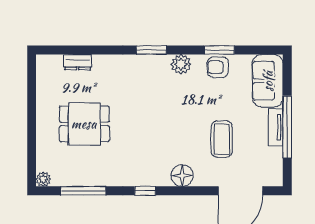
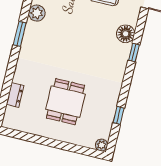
window: (83, 191) -> (119, 115), width x0.46
window: (145, 191) -> (134, 53), moved

